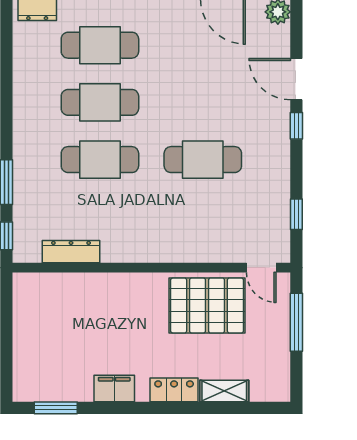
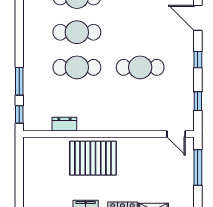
window: (296, 126) -> (198, 60), moved
dresser: (71, 252) -> (64, 124), width x0.70
pallet: (207, 305) -> (93, 158), moved

